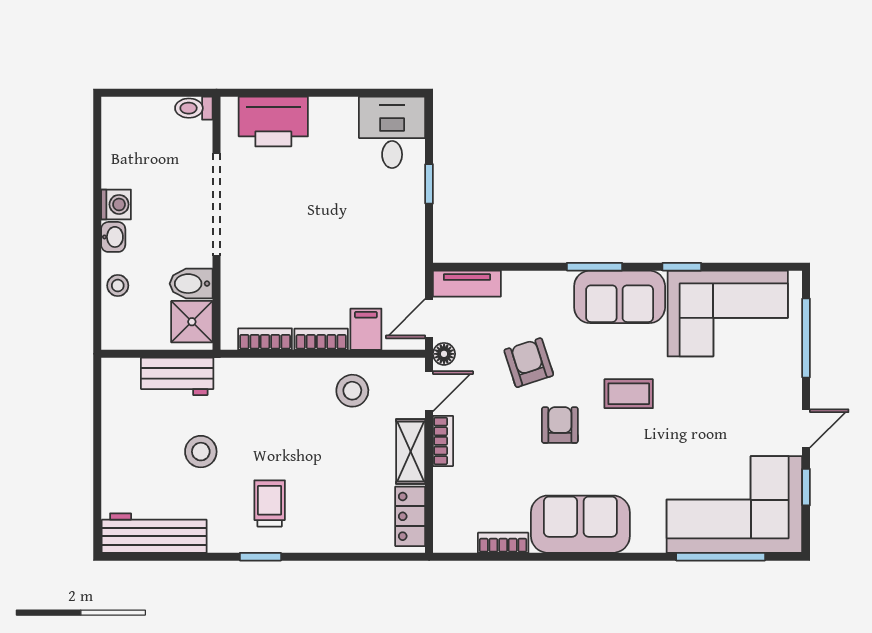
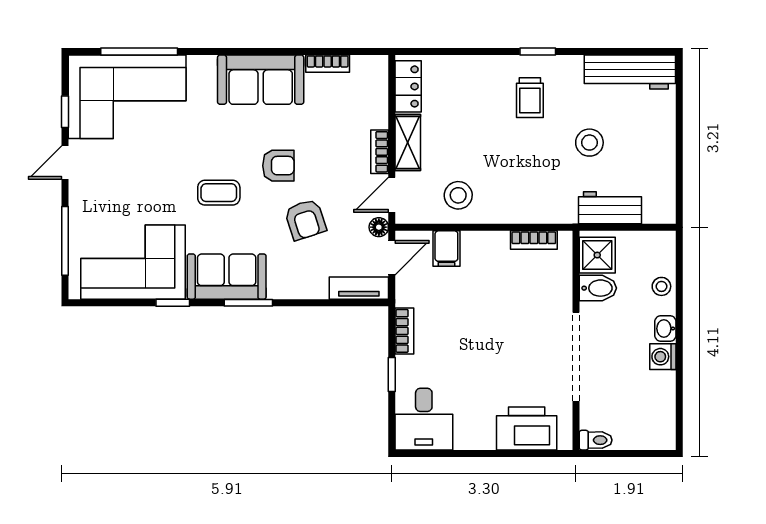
bookcase: (321, 339) -> (404, 331), moved, turned -90
armchair: (560, 425) -> (278, 166), turned -90

